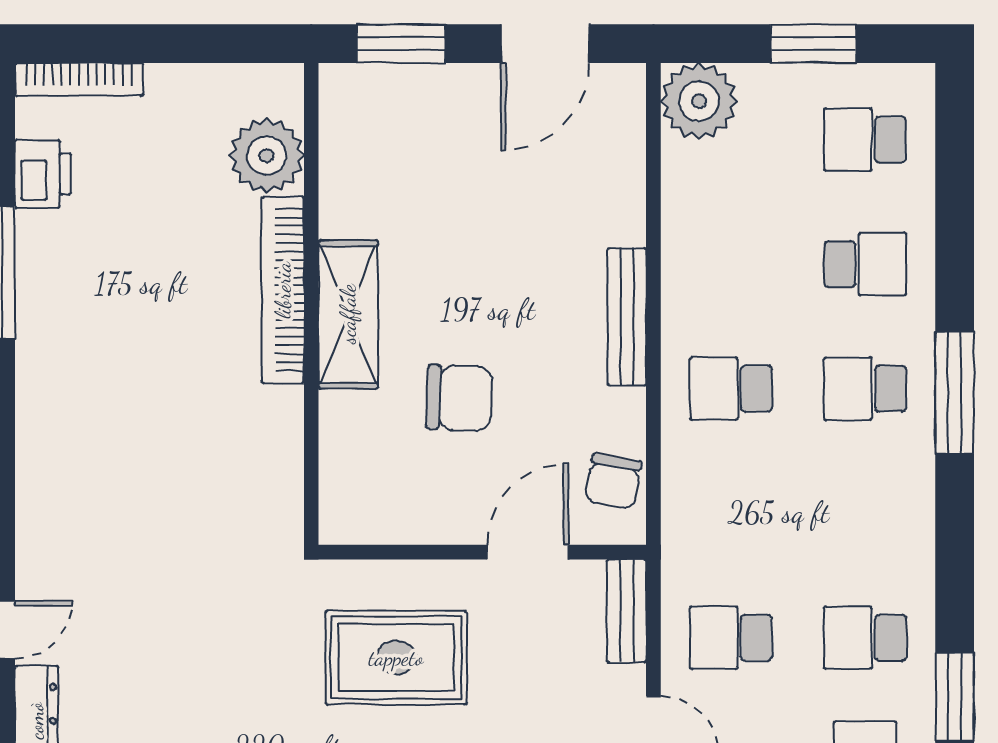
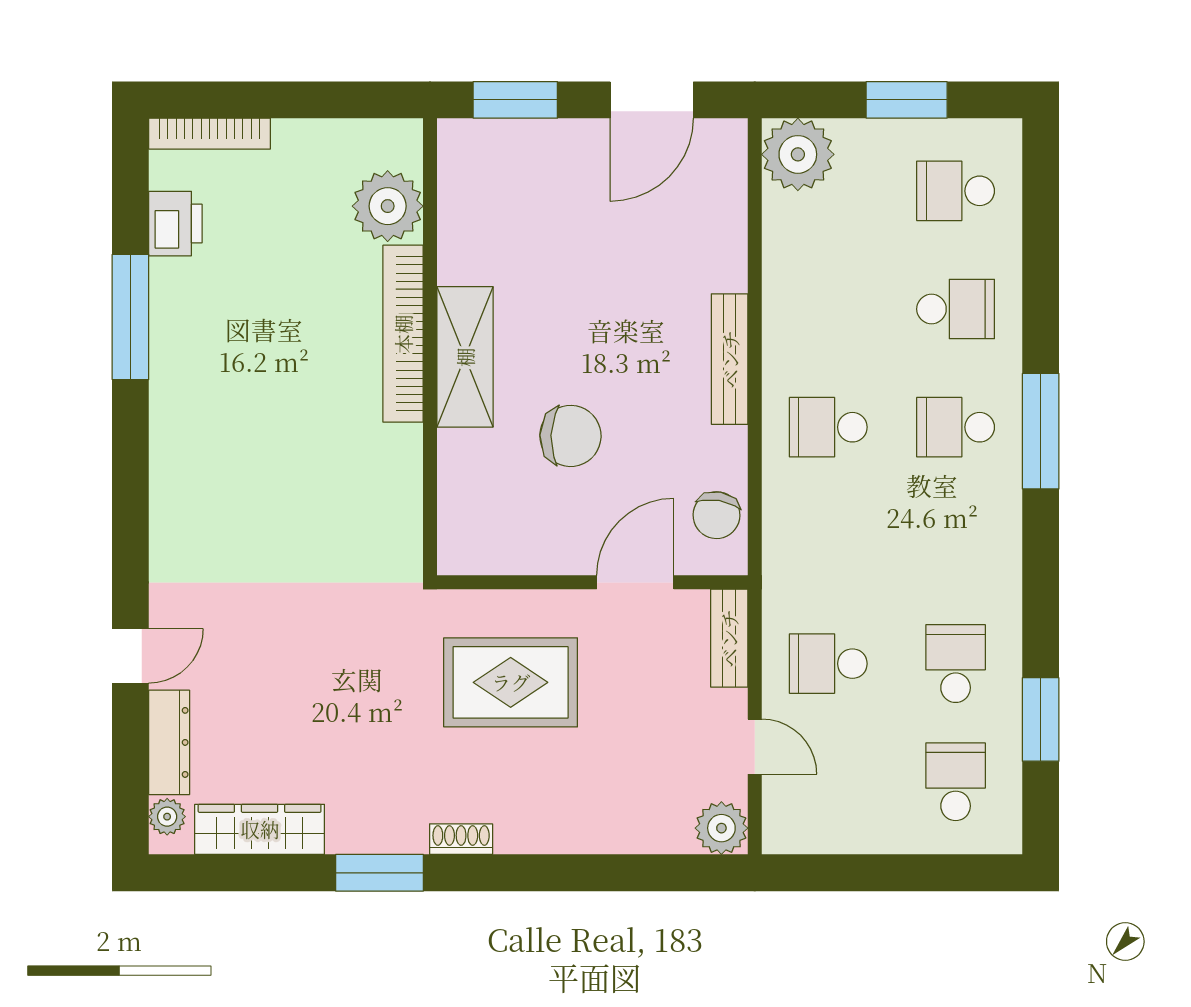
school desk: (865, 638) -> (956, 664), turned 90

